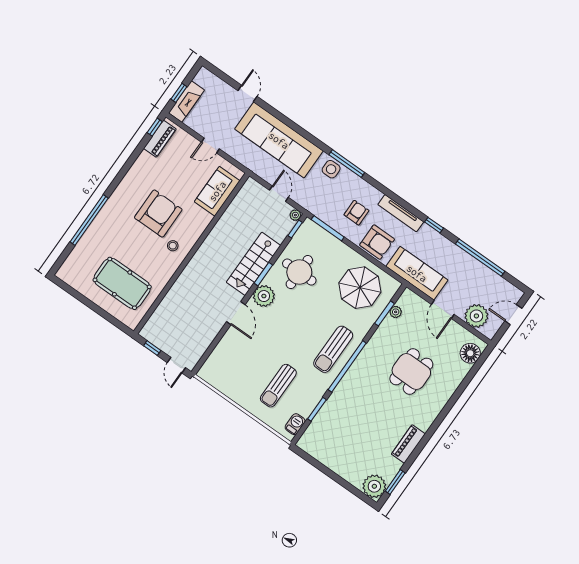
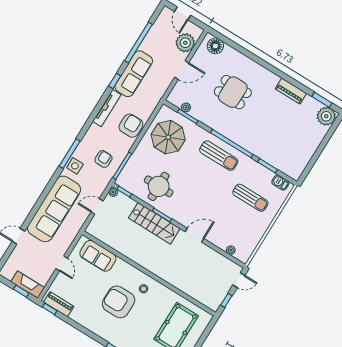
armchair: (356, 213) -> (103, 159), moved, turned 90
sofa: (417, 273) -> (134, 74), moved, turned 180
plant: (264, 296) -> (231, 250), moved, width x0.53, depth x0.53

